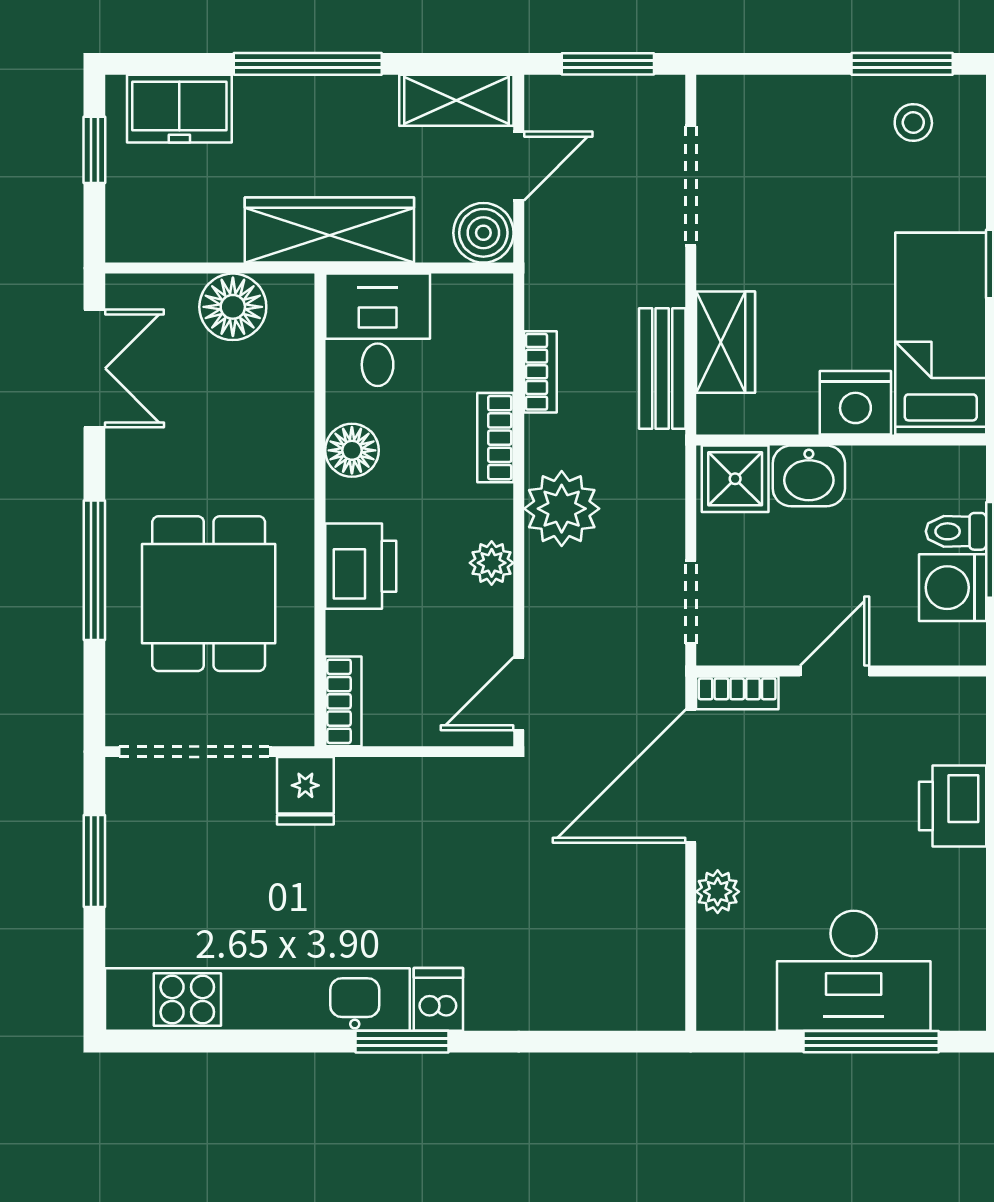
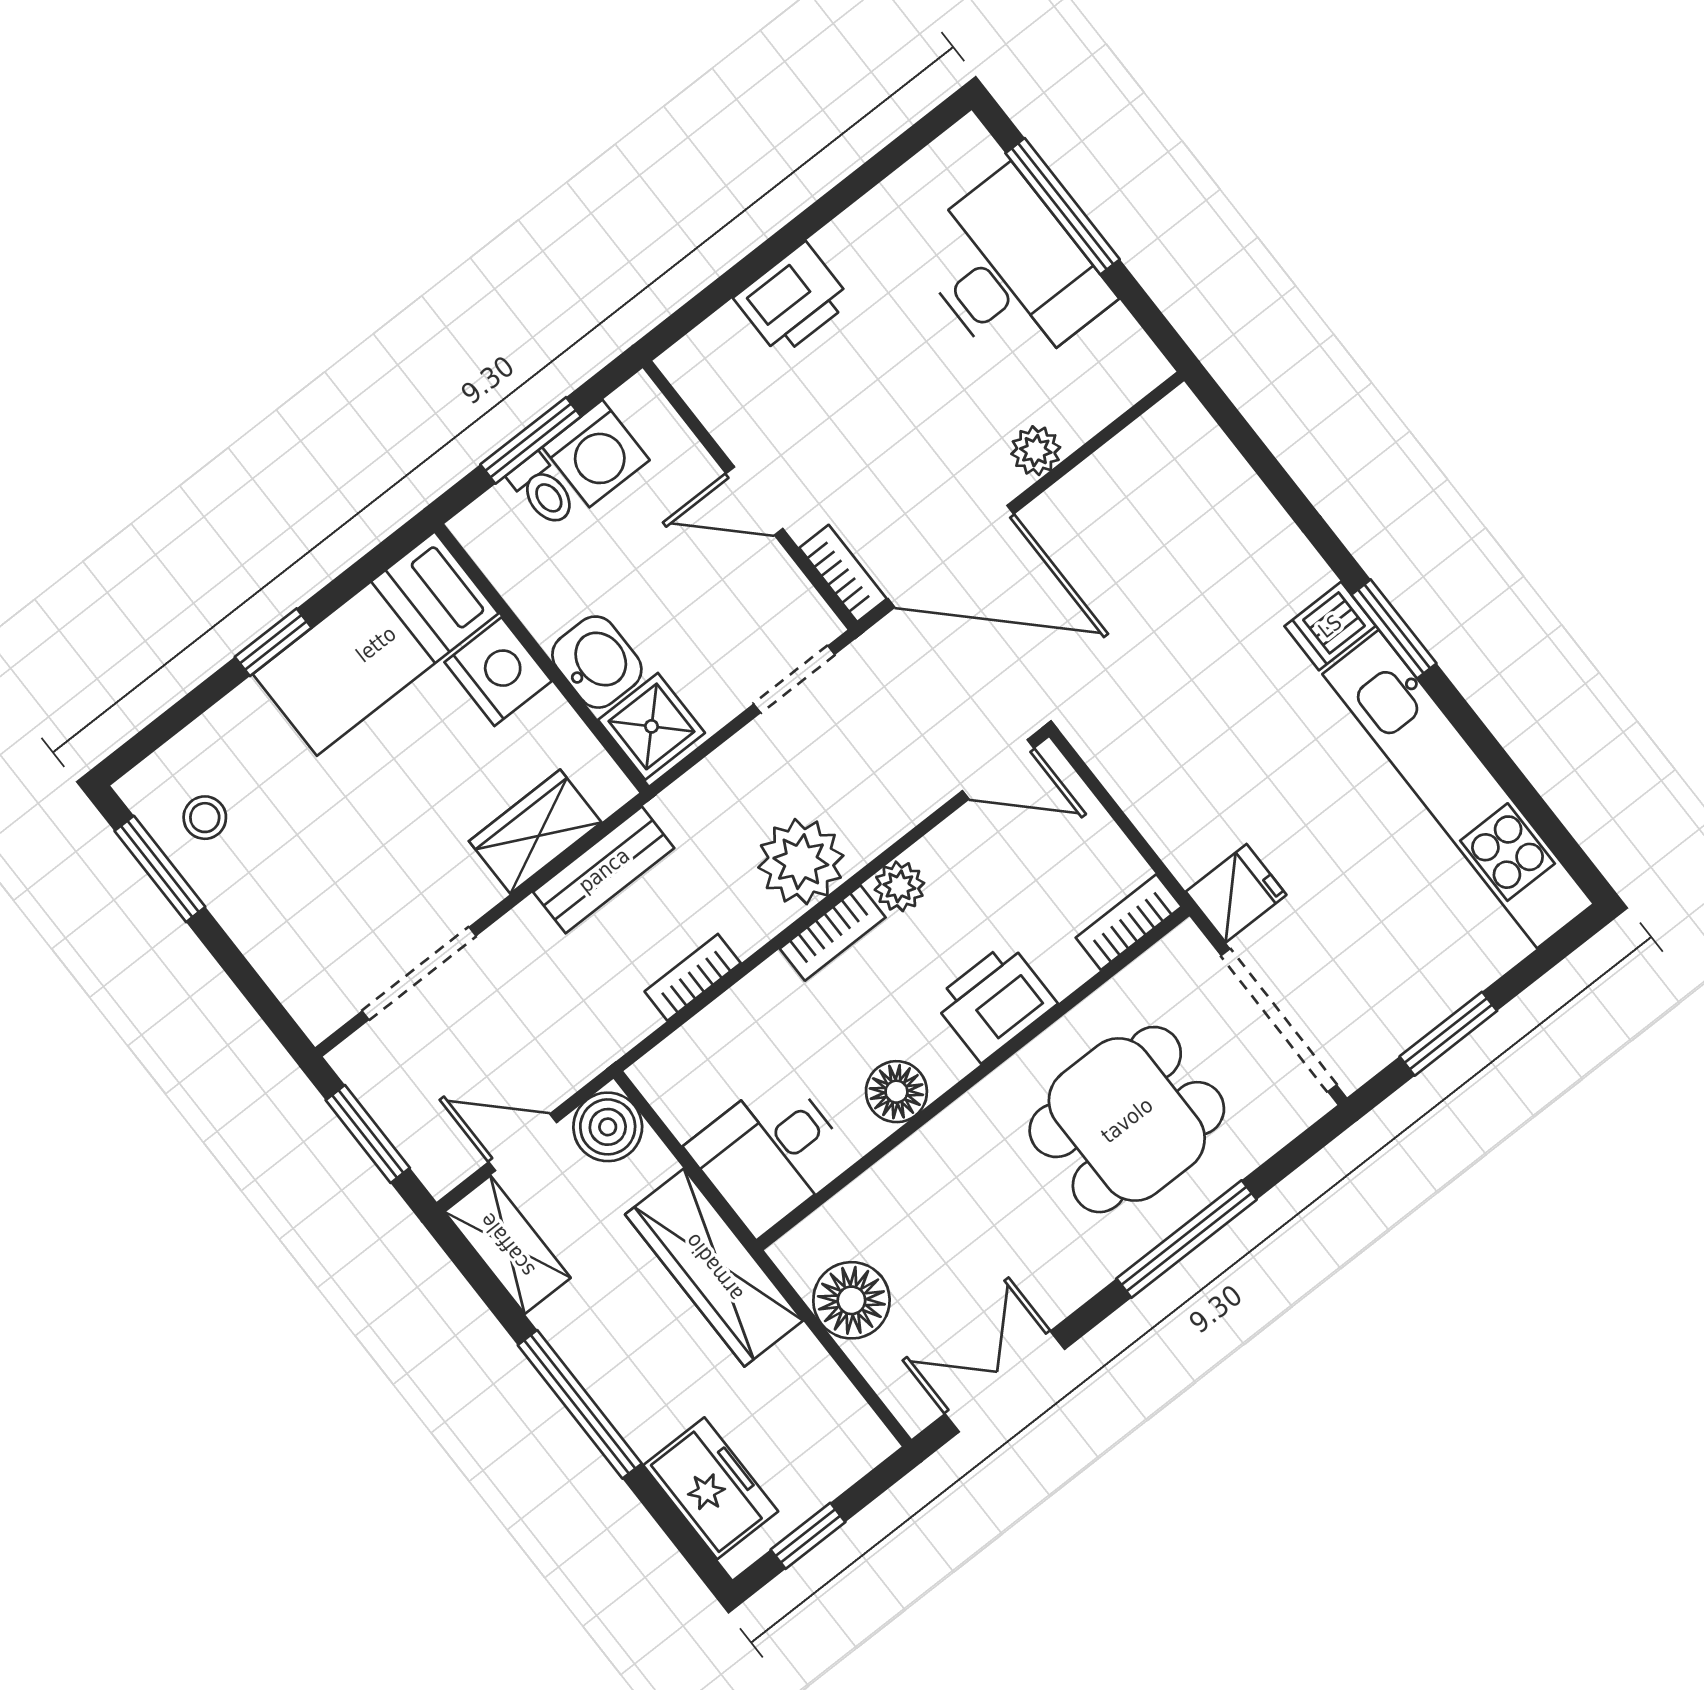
bookcase: (495, 438) -> (833, 933), moved

